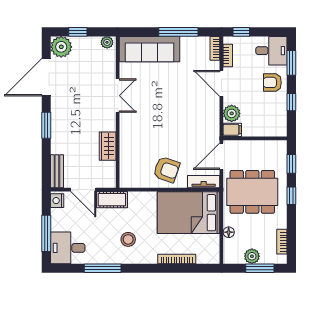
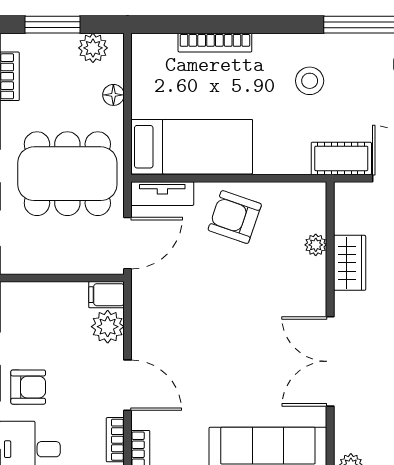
double door: (118, 96) -> (330, 361), width x1.37
plant: (125, 155) -> (316, 245), added
bed: (189, 213) -> (192, 147), width x0.67
plant: (252, 256) -> (93, 48), moved

